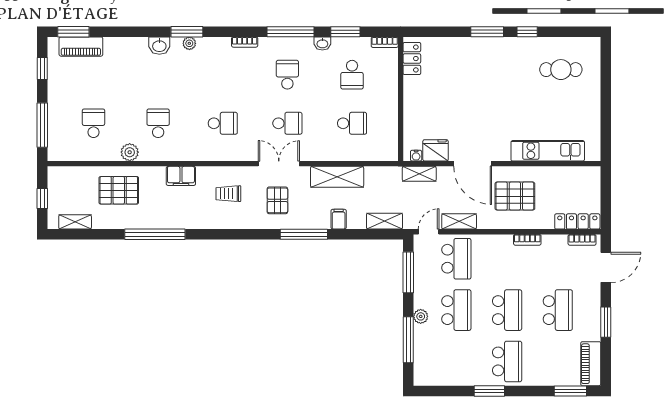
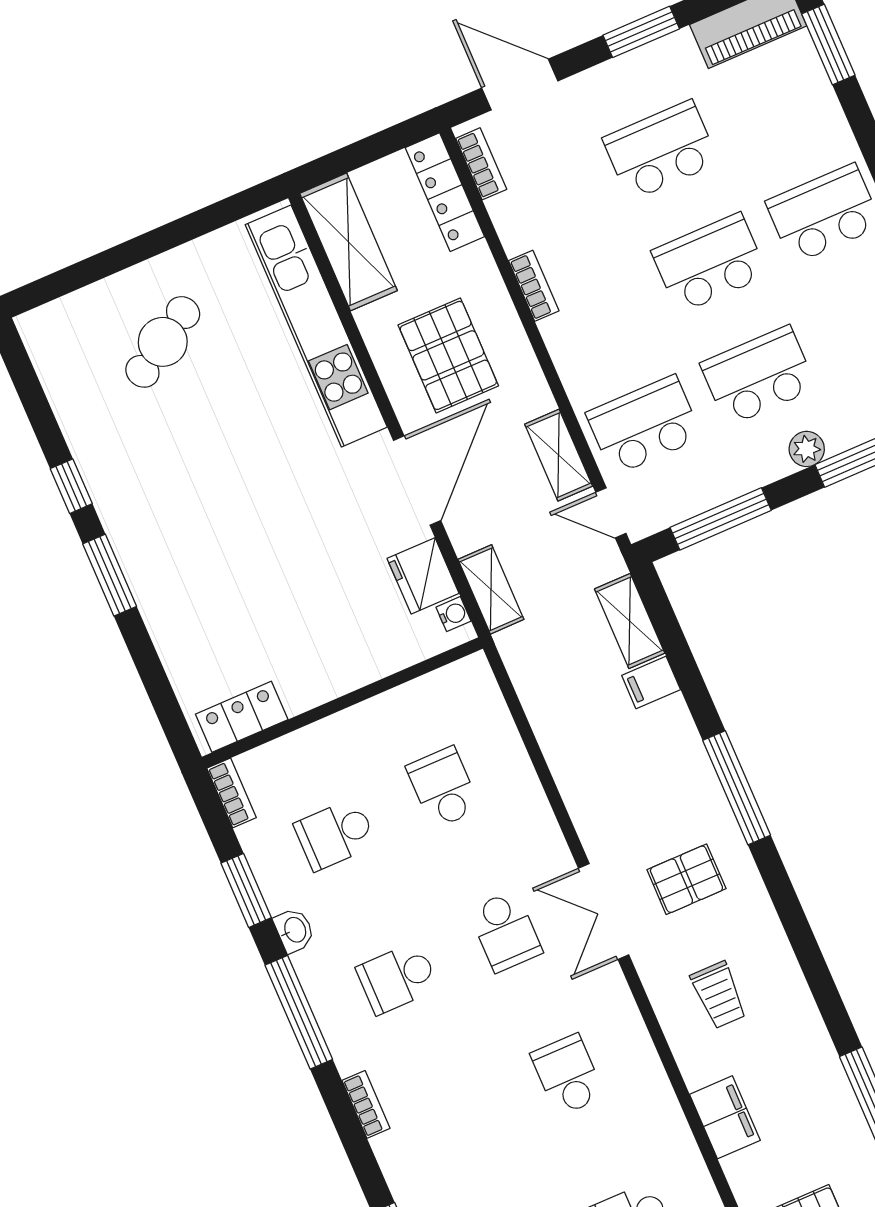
cafe table: (561, 70) -> (163, 342), moved, turned 58
school desk: (352, 75) -> (335, 834), turned 180
school desk: (287, 123) -> (505, 931), turned 180
kitchen unit: (548, 151) -> (316, 326), width x1.36
shelving: (337, 177) -> (348, 242), moved
filing cabinet: (339, 219) -> (651, 683), moved

